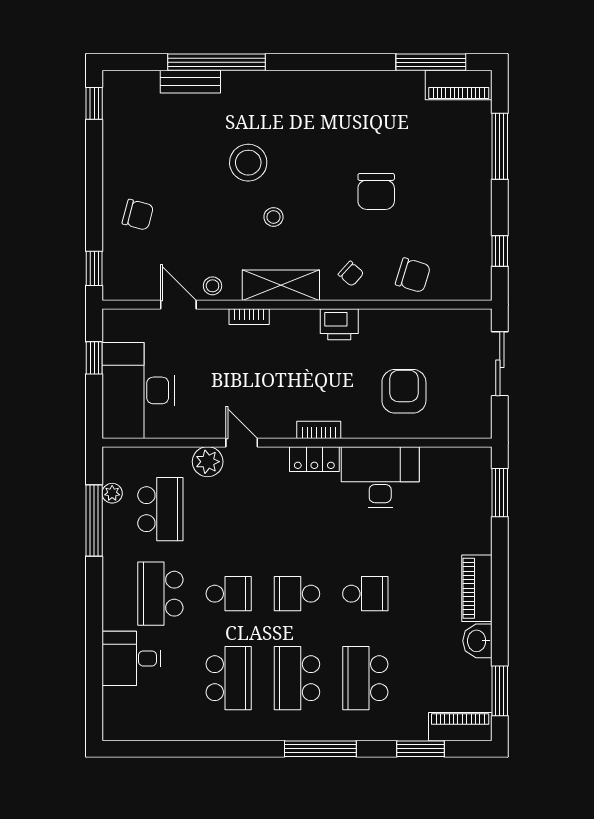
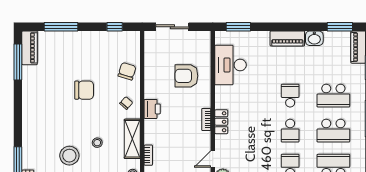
desk: (380, 477) -> (230, 65), moved

